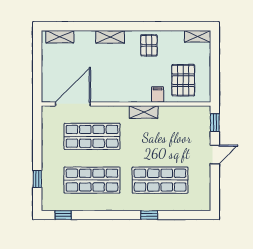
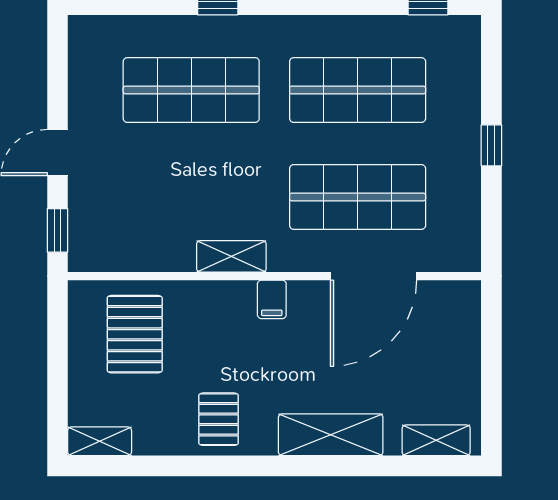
shelving: (110, 37) -> (331, 435), width x1.50, depth x1.33
filing cabinet: (158, 94) -> (272, 299), moved
door: (73, 104) -> (374, 276), moved
window: (37, 179) -> (491, 145), moved

